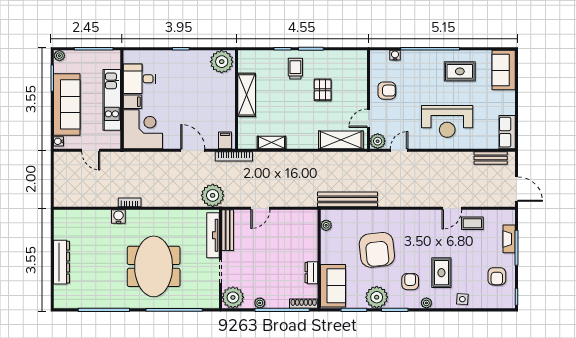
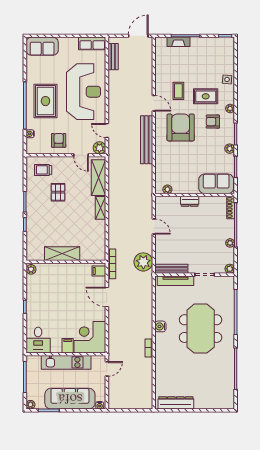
plant: (222, 62) -> (31, 269), width x0.53, depth x0.53
trolley: (295, 69) -> (43, 170), moved
rug: (460, 71) -> (45, 101), moved, width x1.36, depth x1.43
desk: (139, 79) -> (38, 340), moved
pallet: (323, 90) -> (58, 192), turned 90
reception desk: (447, 121) -> (84, 92), width x1.36, depth x1.30
shelving: (272, 142) -> (101, 208), moved
door: (91, 150) -> (107, 369), moved
door: (193, 150) -> (107, 297), hinge flipped
plant: (213, 195) -> (143, 262), moved
bench: (348, 199) -> (147, 140), moved
door: (260, 208) -> (154, 227), moved
door: (452, 208) -> (154, 103), moved
water cooler: (118, 217) -> (160, 326), moved
coffee table: (472, 223) -> (178, 91), moved
armchair: (377, 250) -> (181, 127), moved, turned -84
dresser: (62, 262) -> (176, 403), moved
meeting table: (154, 266) -> (201, 329), turned 90
dresser: (311, 273) -> (190, 201), moved
armchair: (497, 276) -> (209, 52), removed
plant: (233, 297) -> (230, 269), width x0.53, depth x0.53
plant: (377, 297) -> (230, 149), width x0.53, depth x0.53

